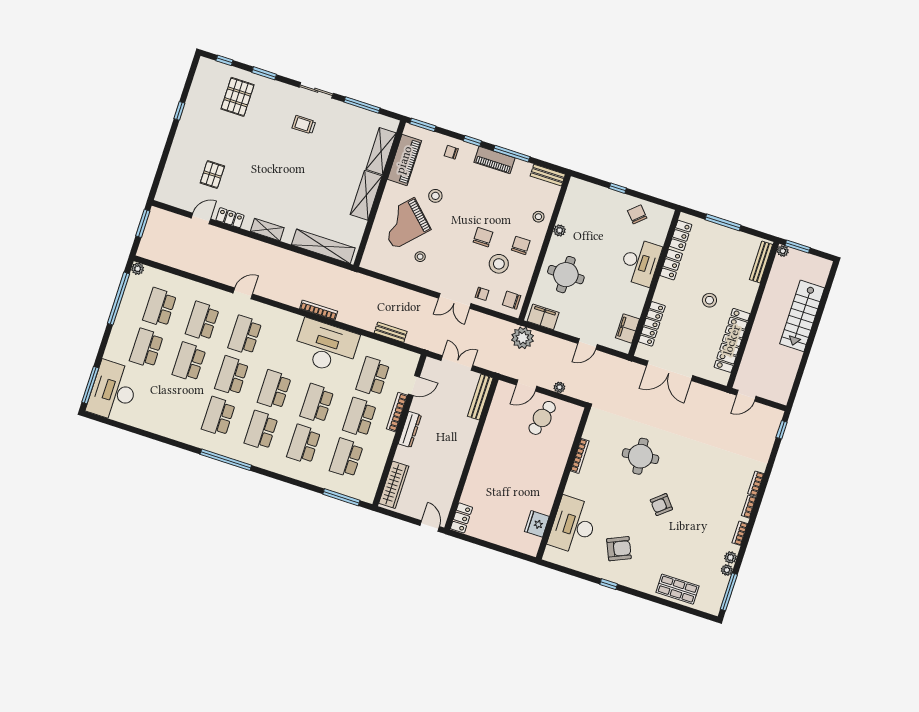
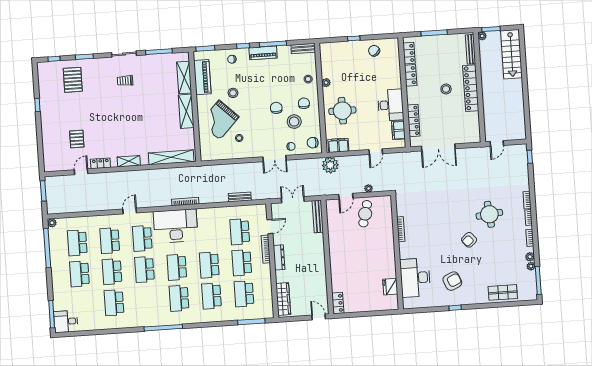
desk: (640, 262) -> (391, 105), moved
stairs: (802, 316) -> (511, 54), moved
locker: (732, 340) -> (471, 88), moved
desk: (326, 347) -> (176, 226), moved
desk: (113, 391) -> (66, 321), width x0.53, depth x0.77
school desk: (218, 416) -> (114, 303), moved
round table: (640, 456) -> (489, 214), moved

